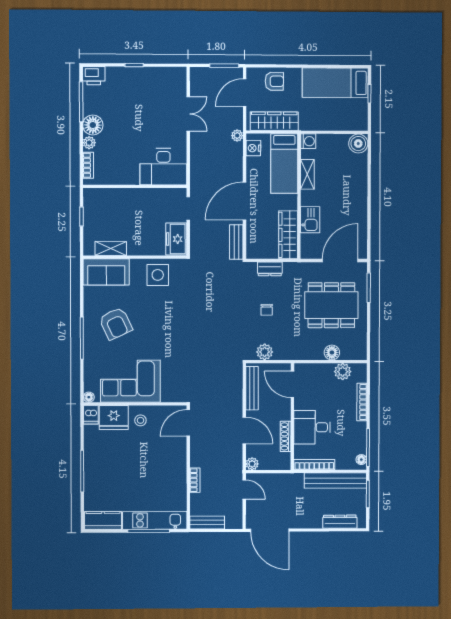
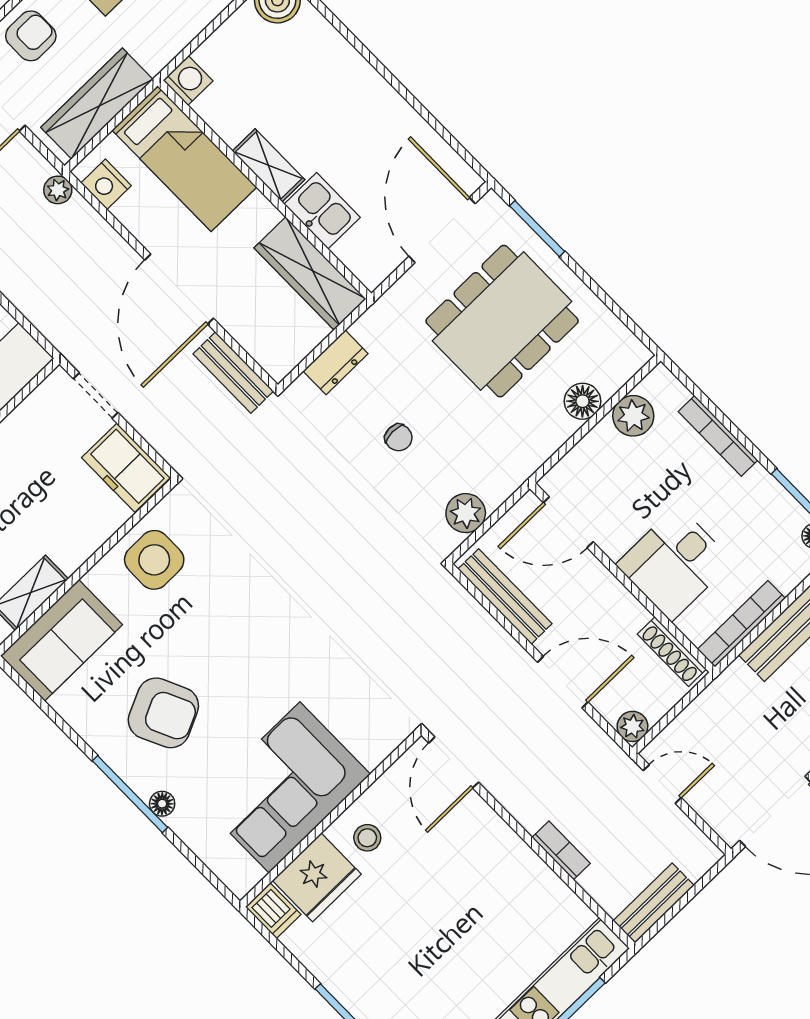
shelving: (307, 174) -> (268, 165), moved
floor lamp: (89, 397) -> (162, 804), moved
shoe rack: (286, 436) -> (672, 652), moved

